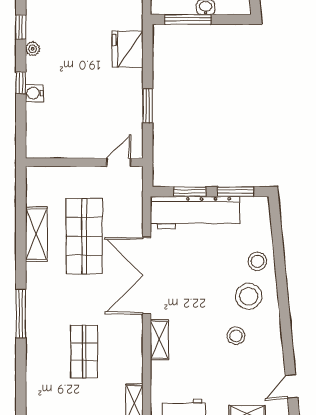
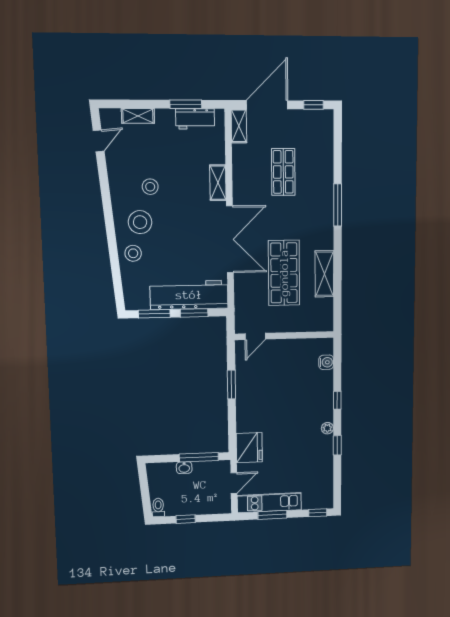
fridge: (128, 49) -> (249, 448), moved
water cooler: (34, 93) -> (326, 362), moved

